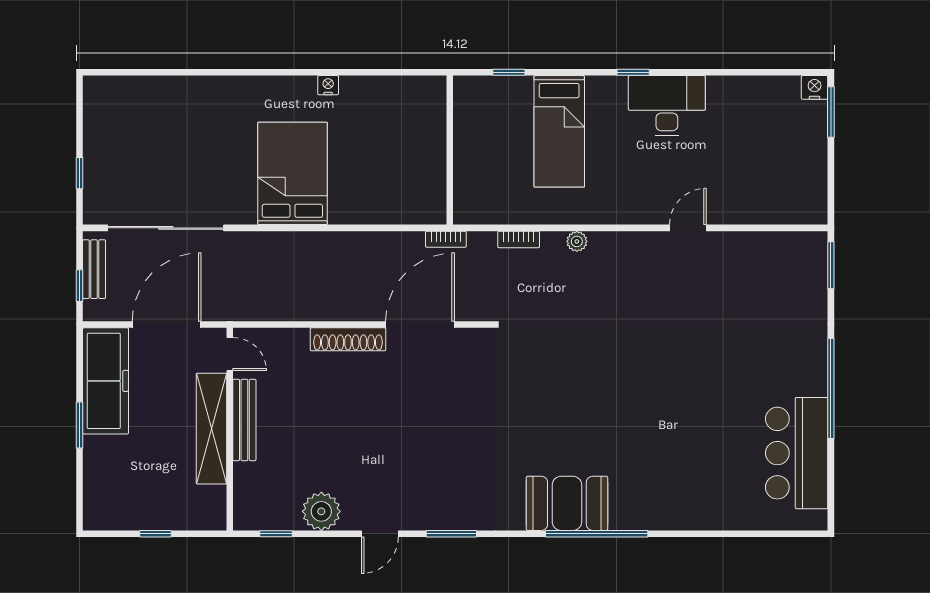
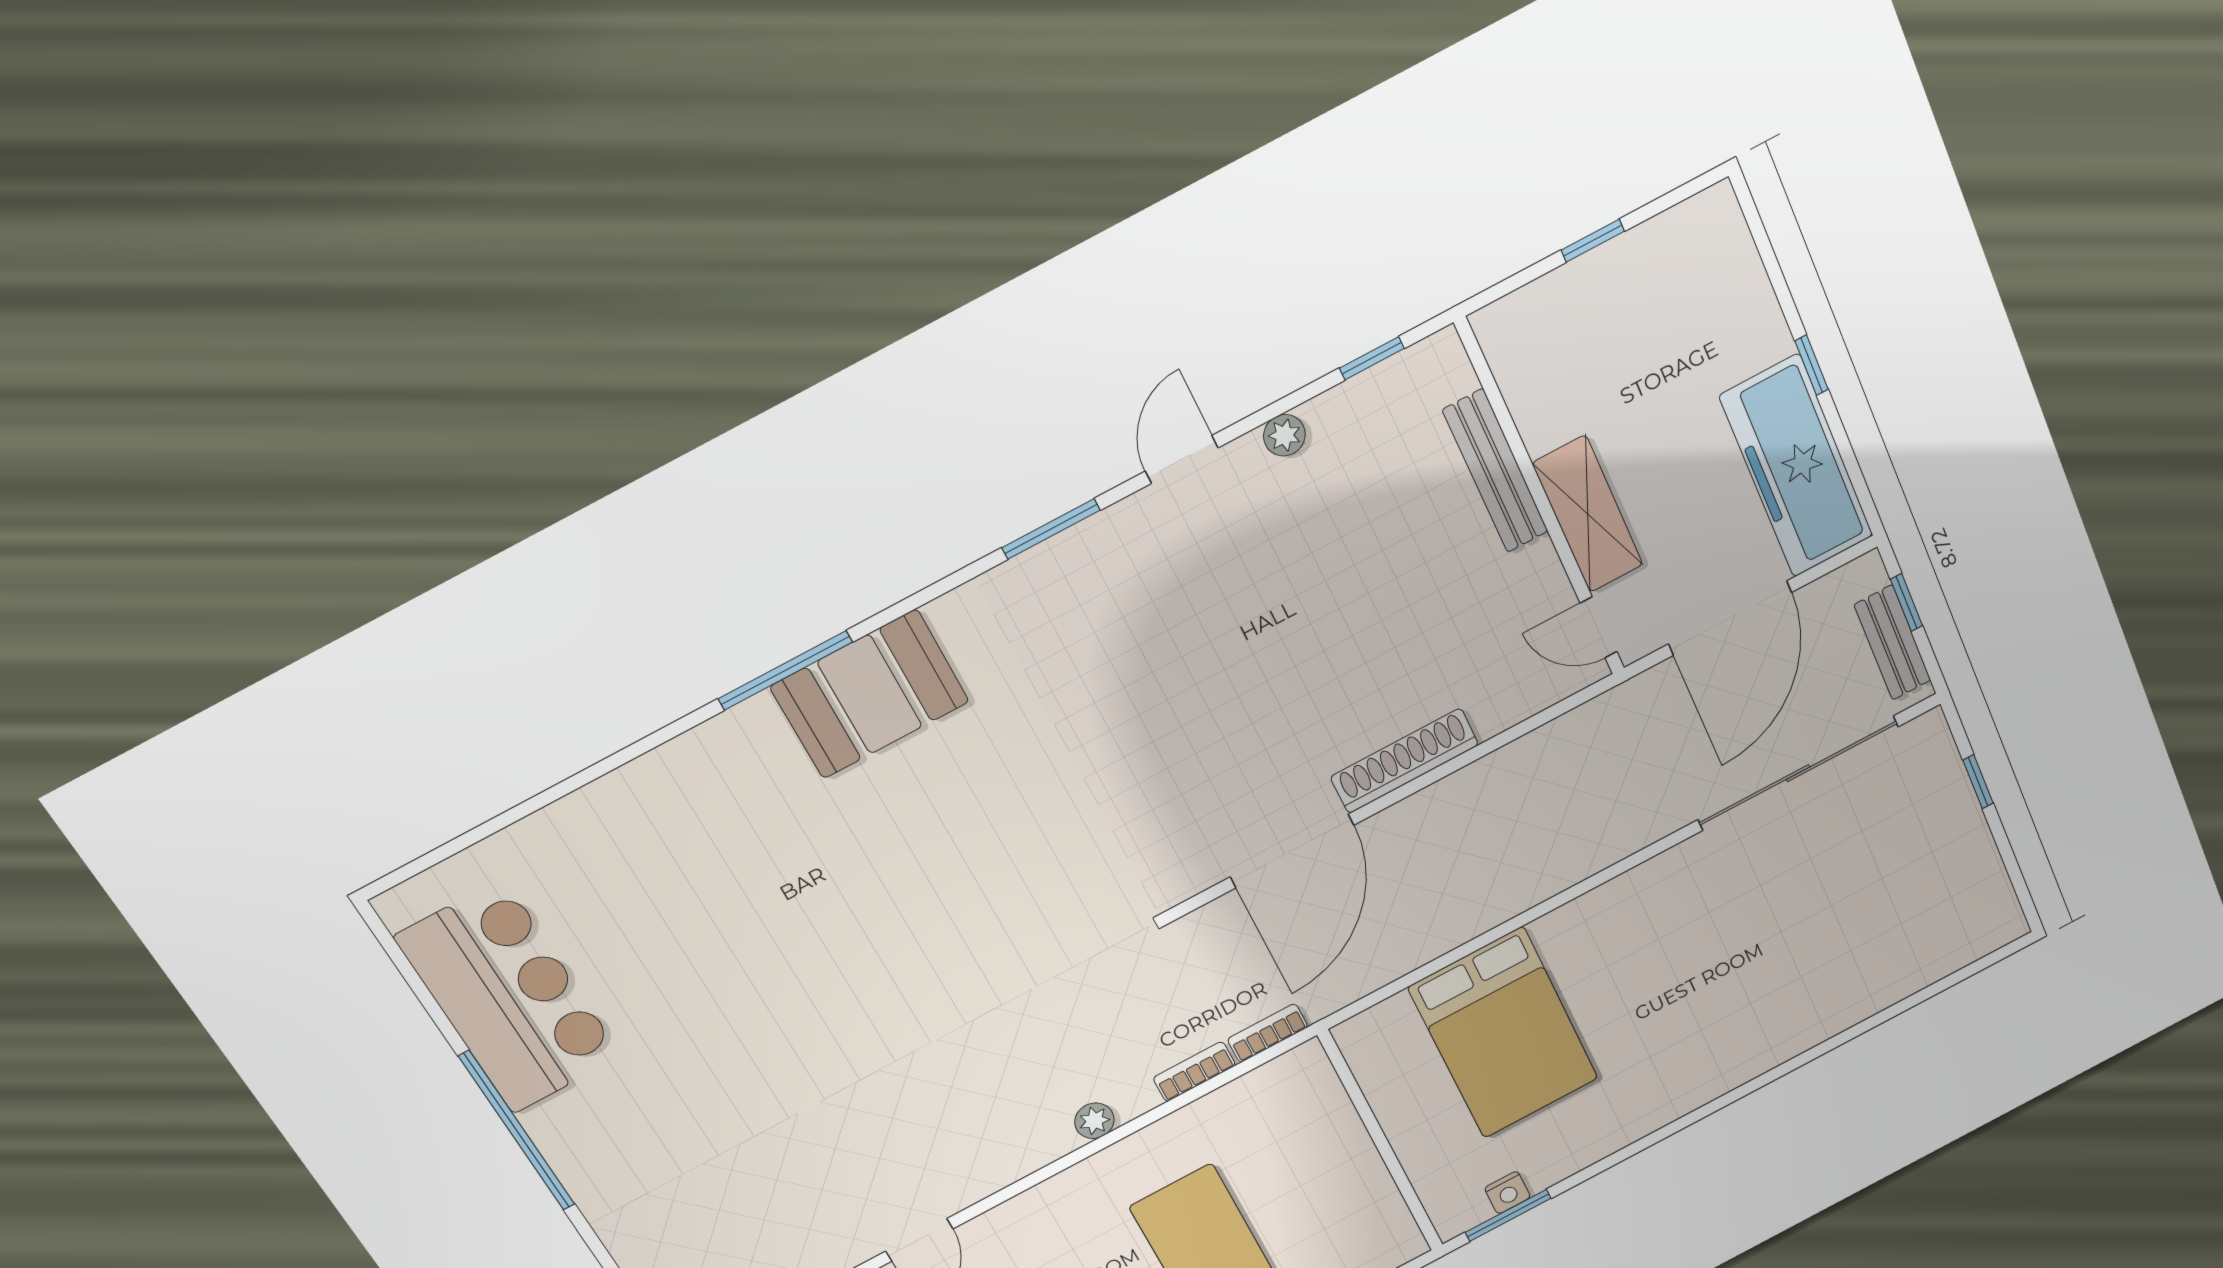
window: (407, 72) -> (1508, 1215), added
nightstand: (328, 85) -> (1507, 1193), moved
bed: (292, 173) -> (1504, 1033), moved
bookcase: (446, 239) -> (1268, 1033), moved
bench: (244, 420) -> (1495, 471), moved
window: (80, 425) -> (1812, 365), width x0.67
shelving: (211, 429) -> (1588, 514), width x0.68
plant: (321, 511) -> (1284, 435), width x0.53, depth x0.53
window: (597, 534) -> (785, 670), width x0.68

